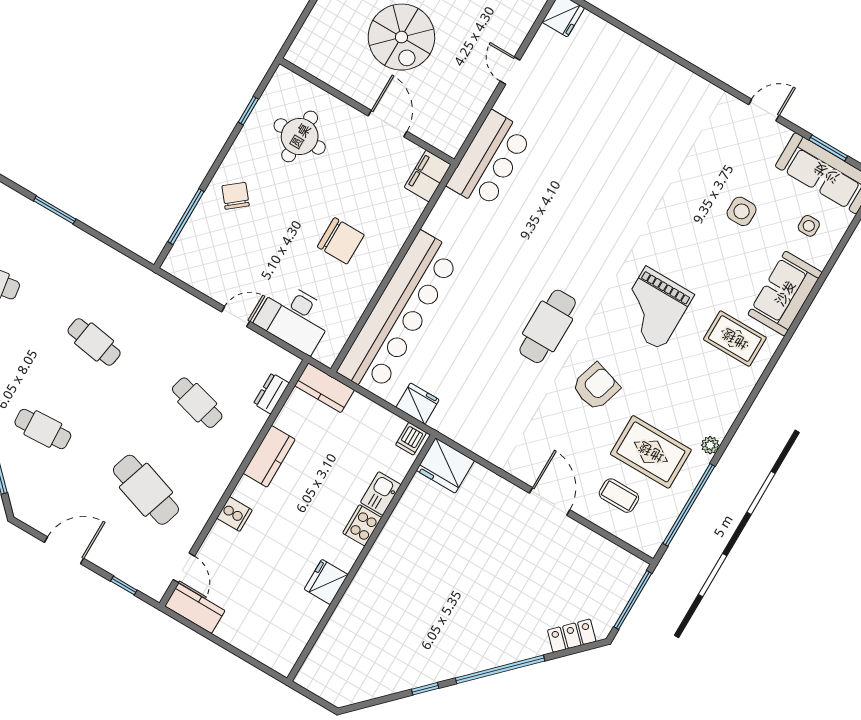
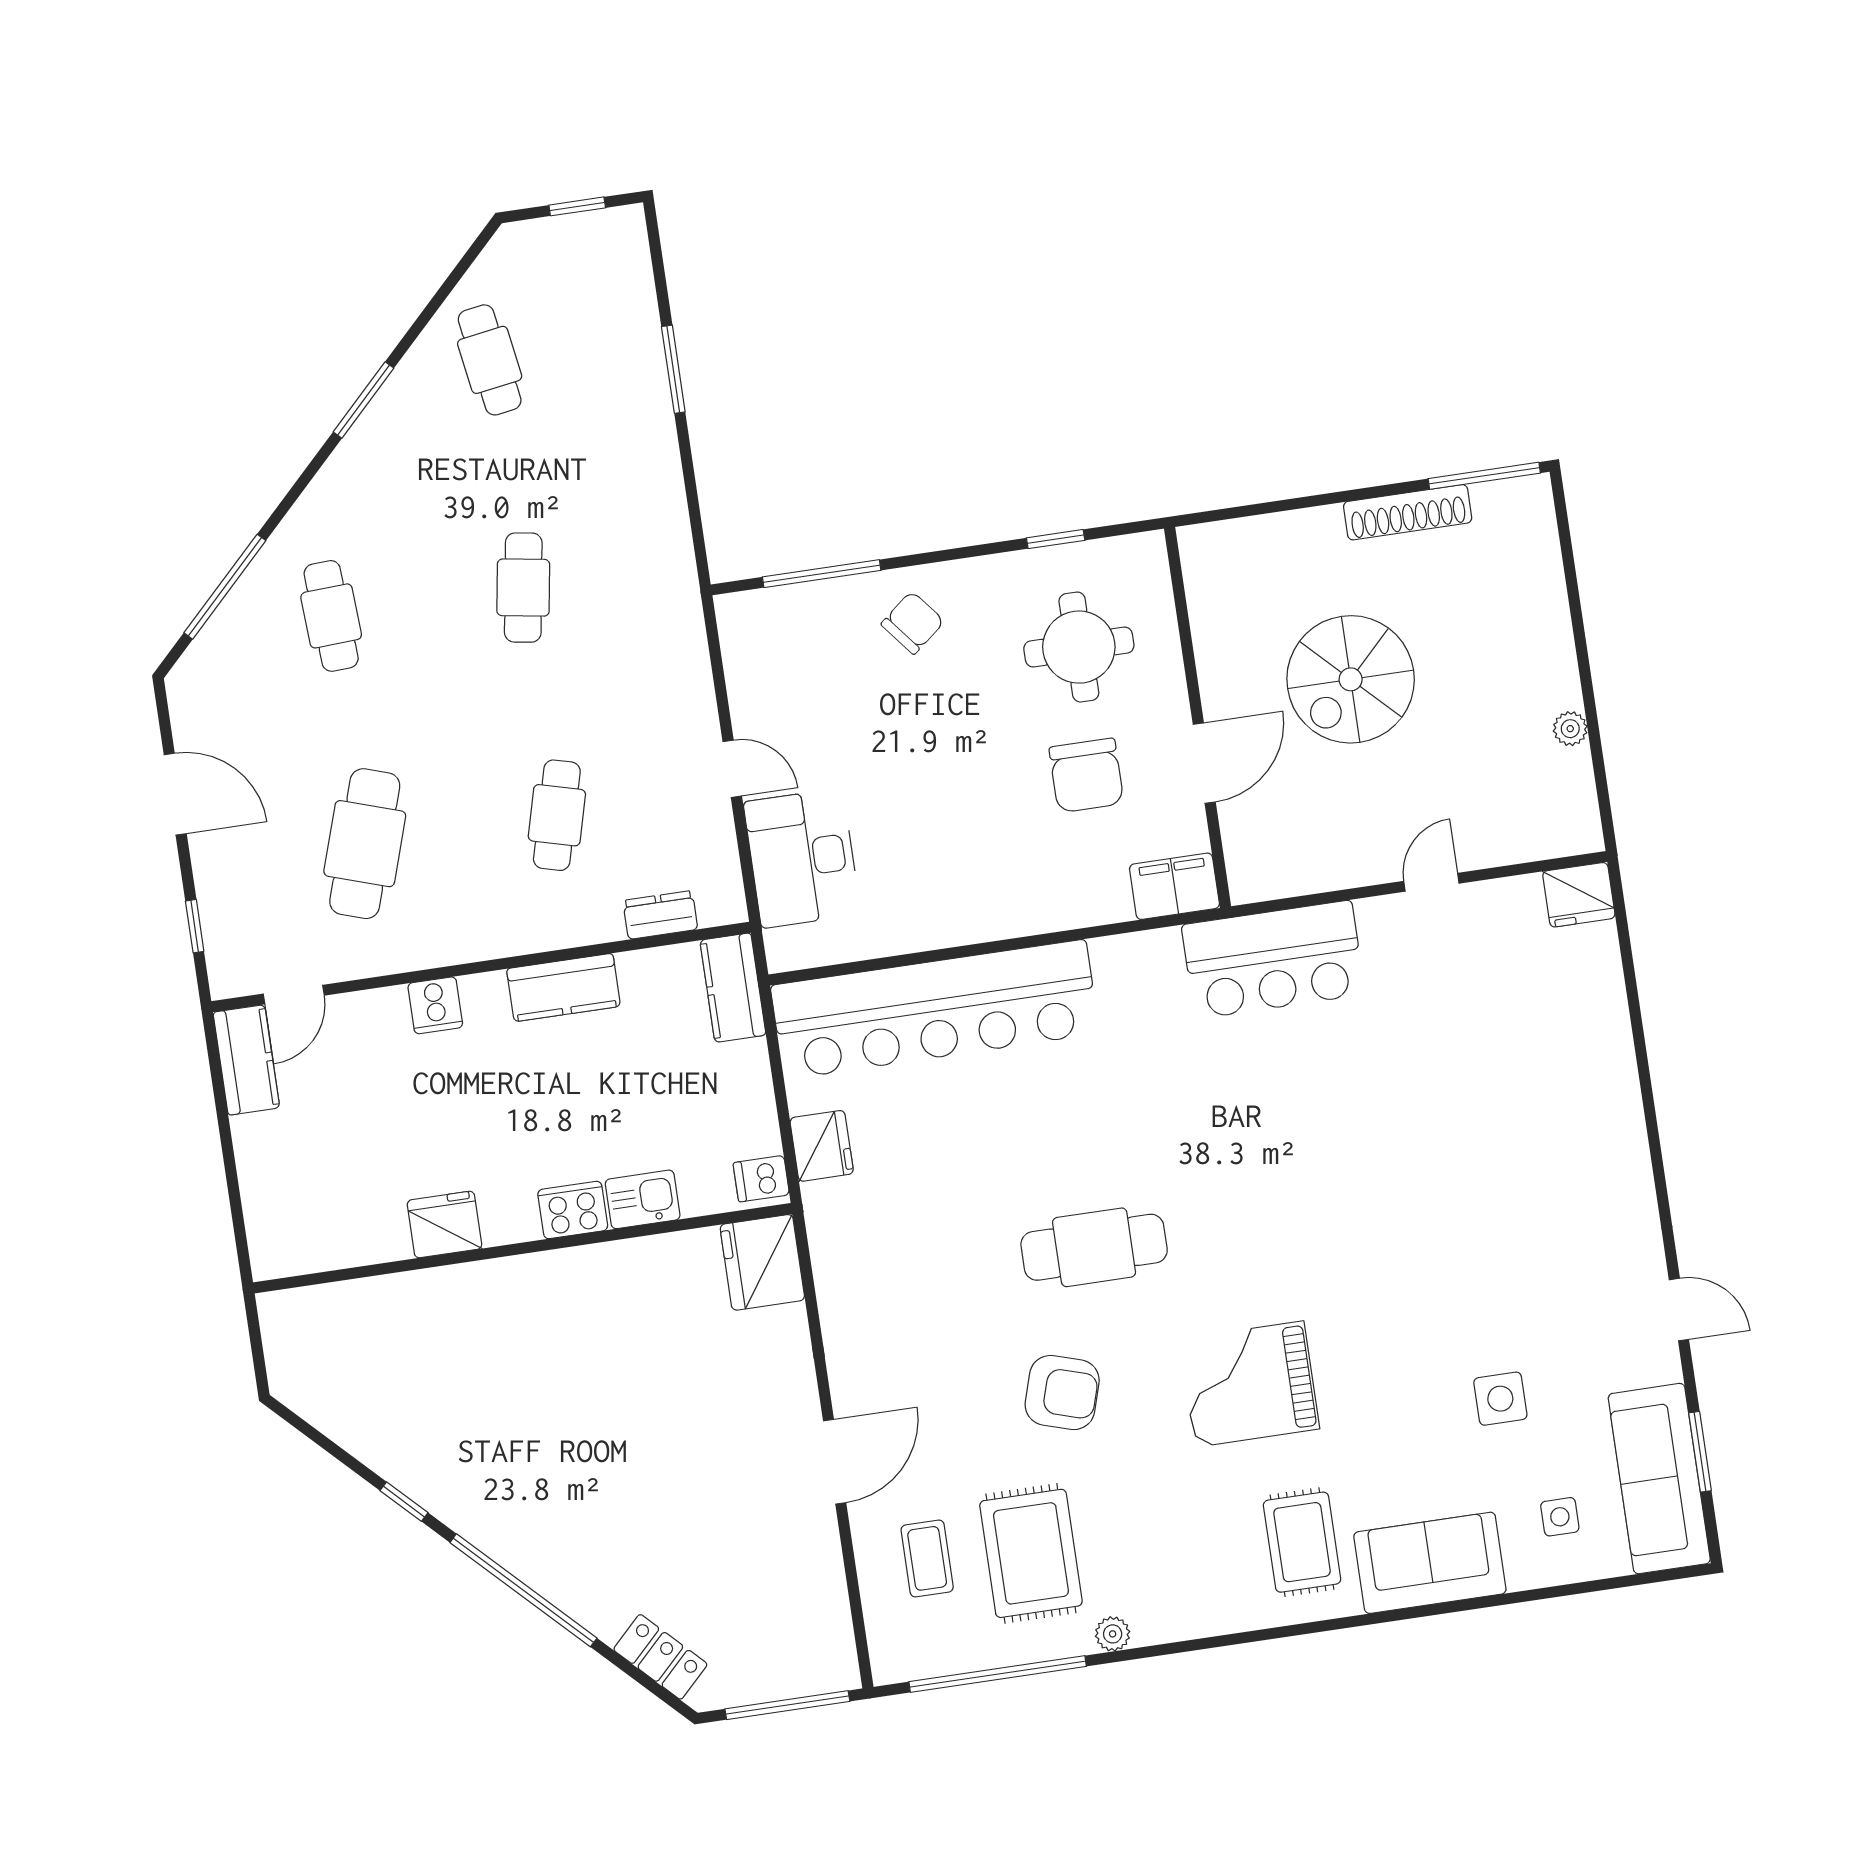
chair: (341, 241) -> (1086, 775), moved

